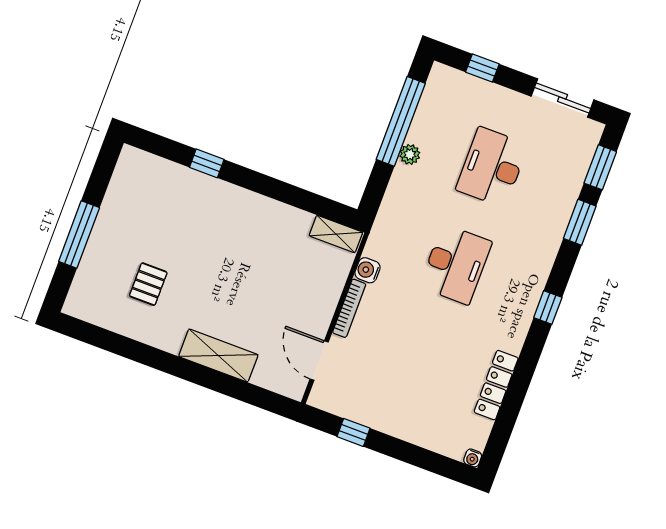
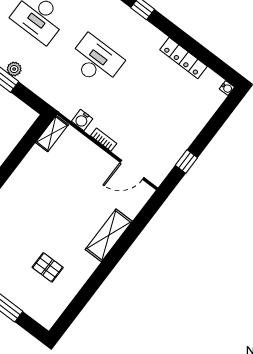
bookcase: (349, 308) -> (104, 140), width x0.64

